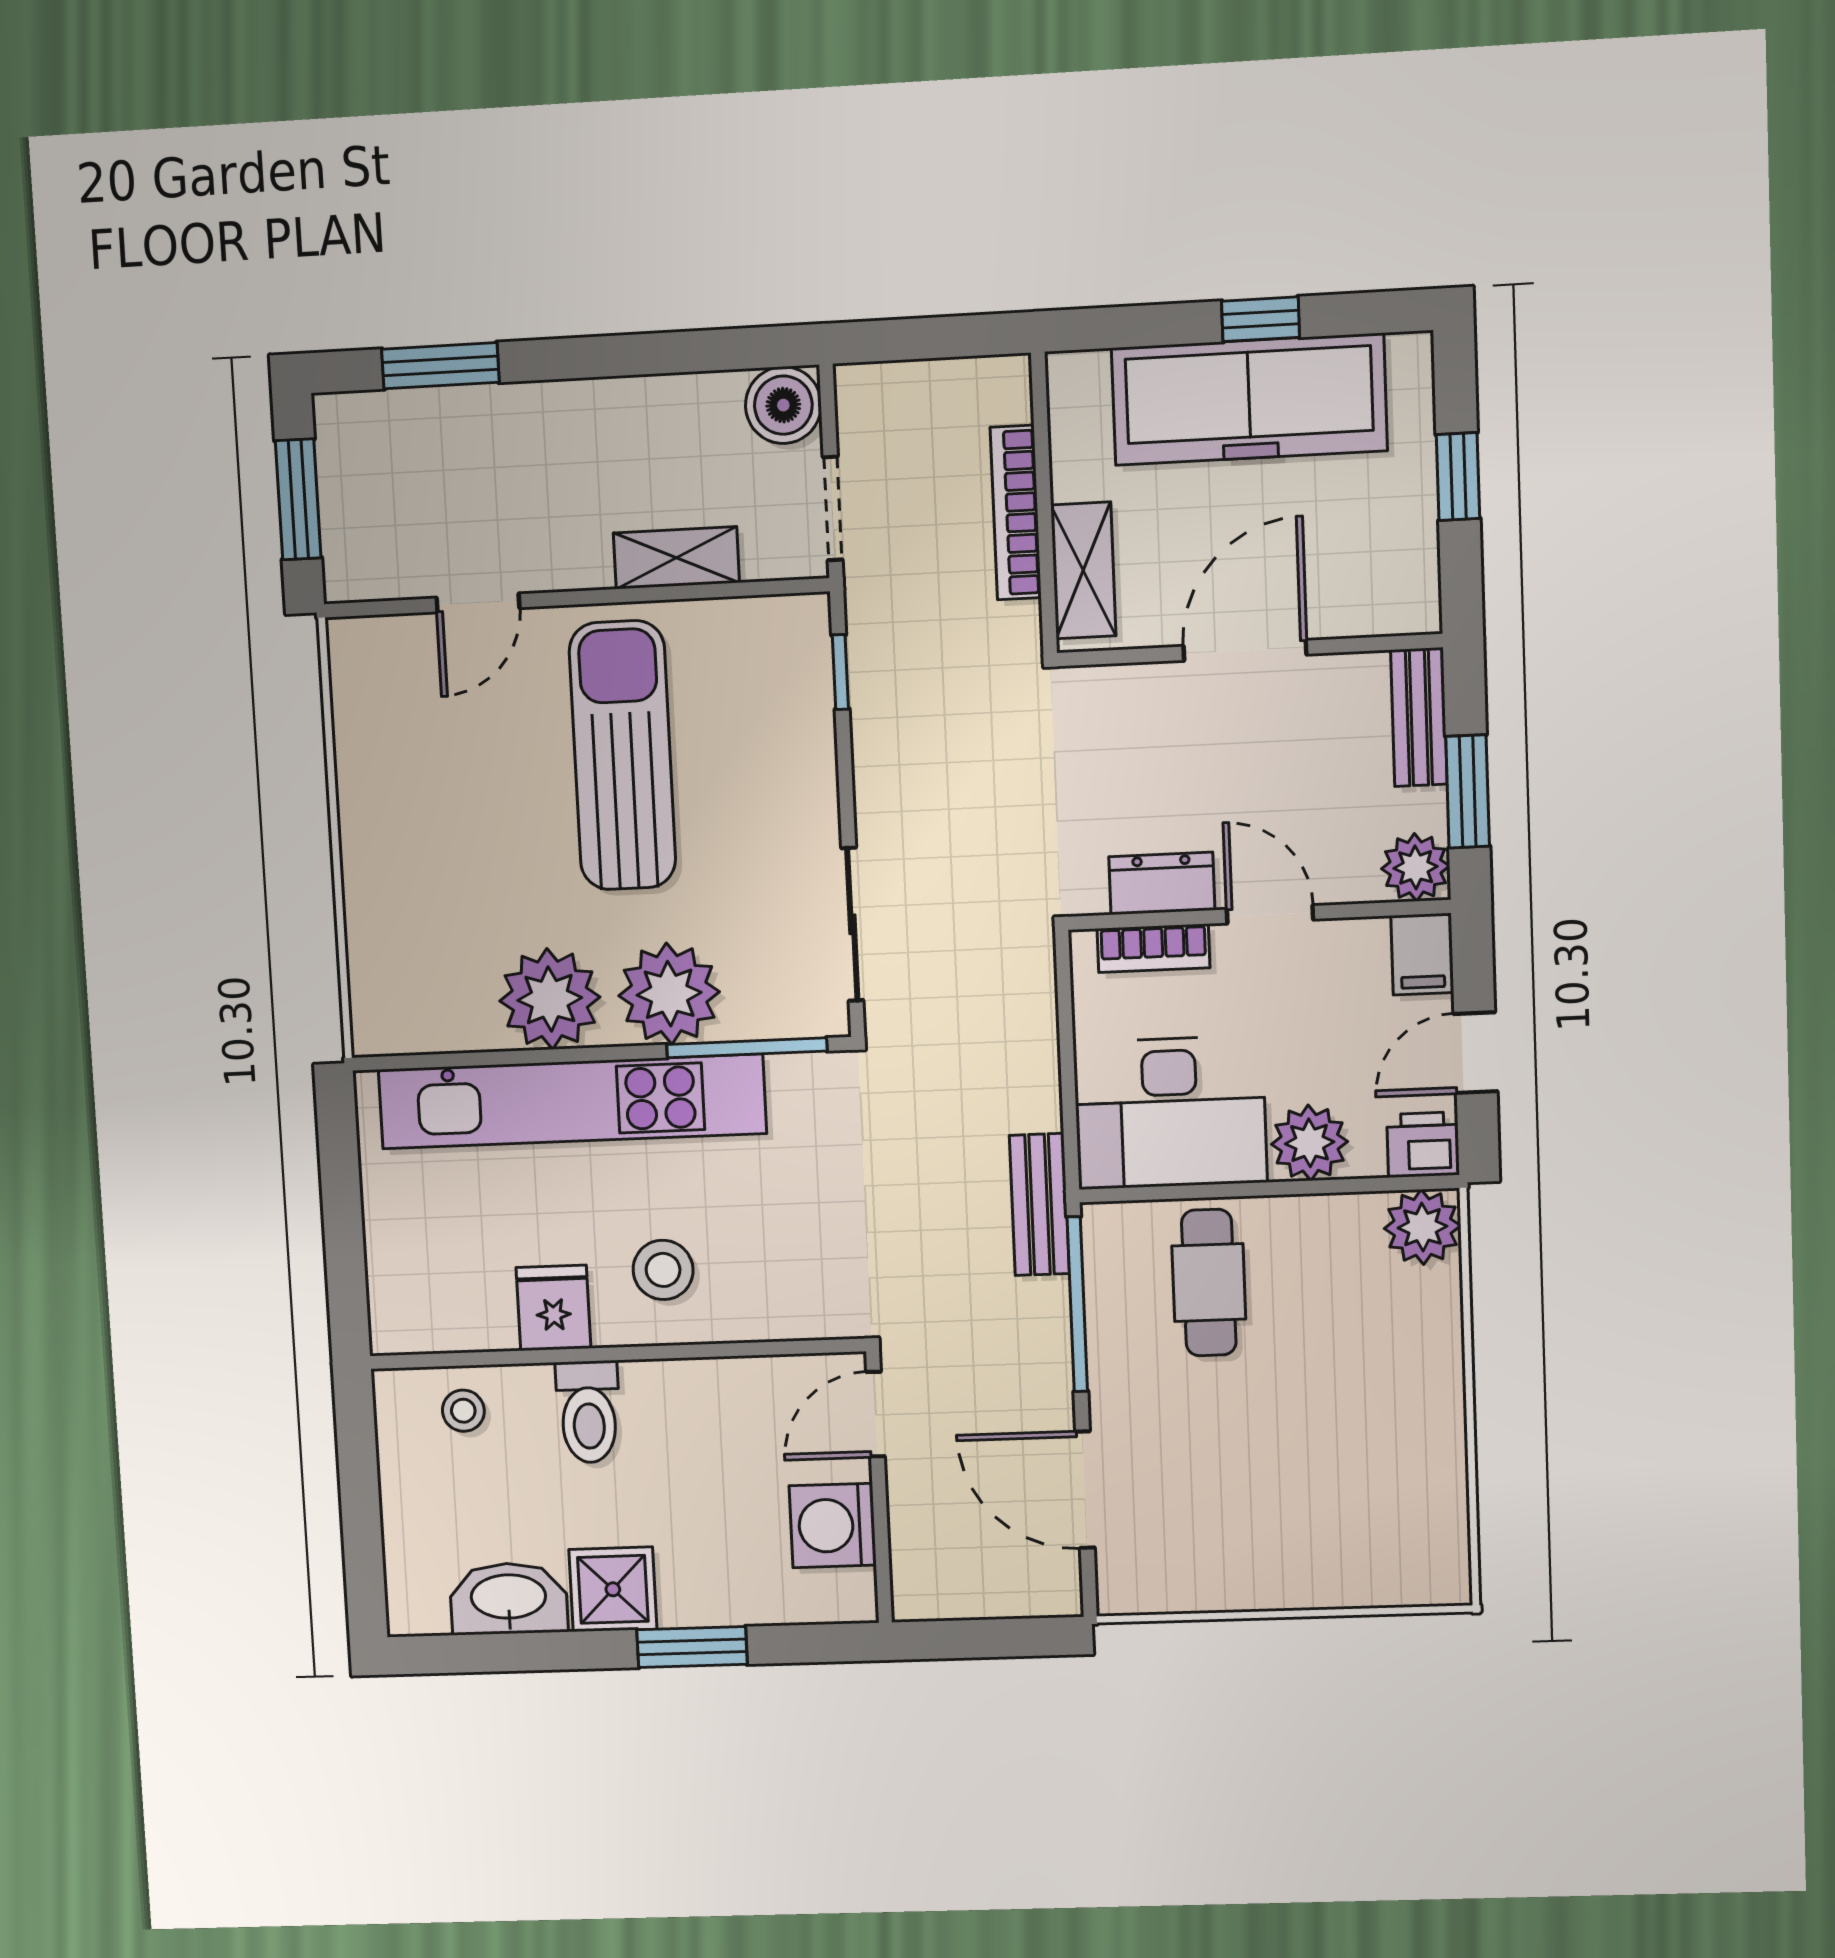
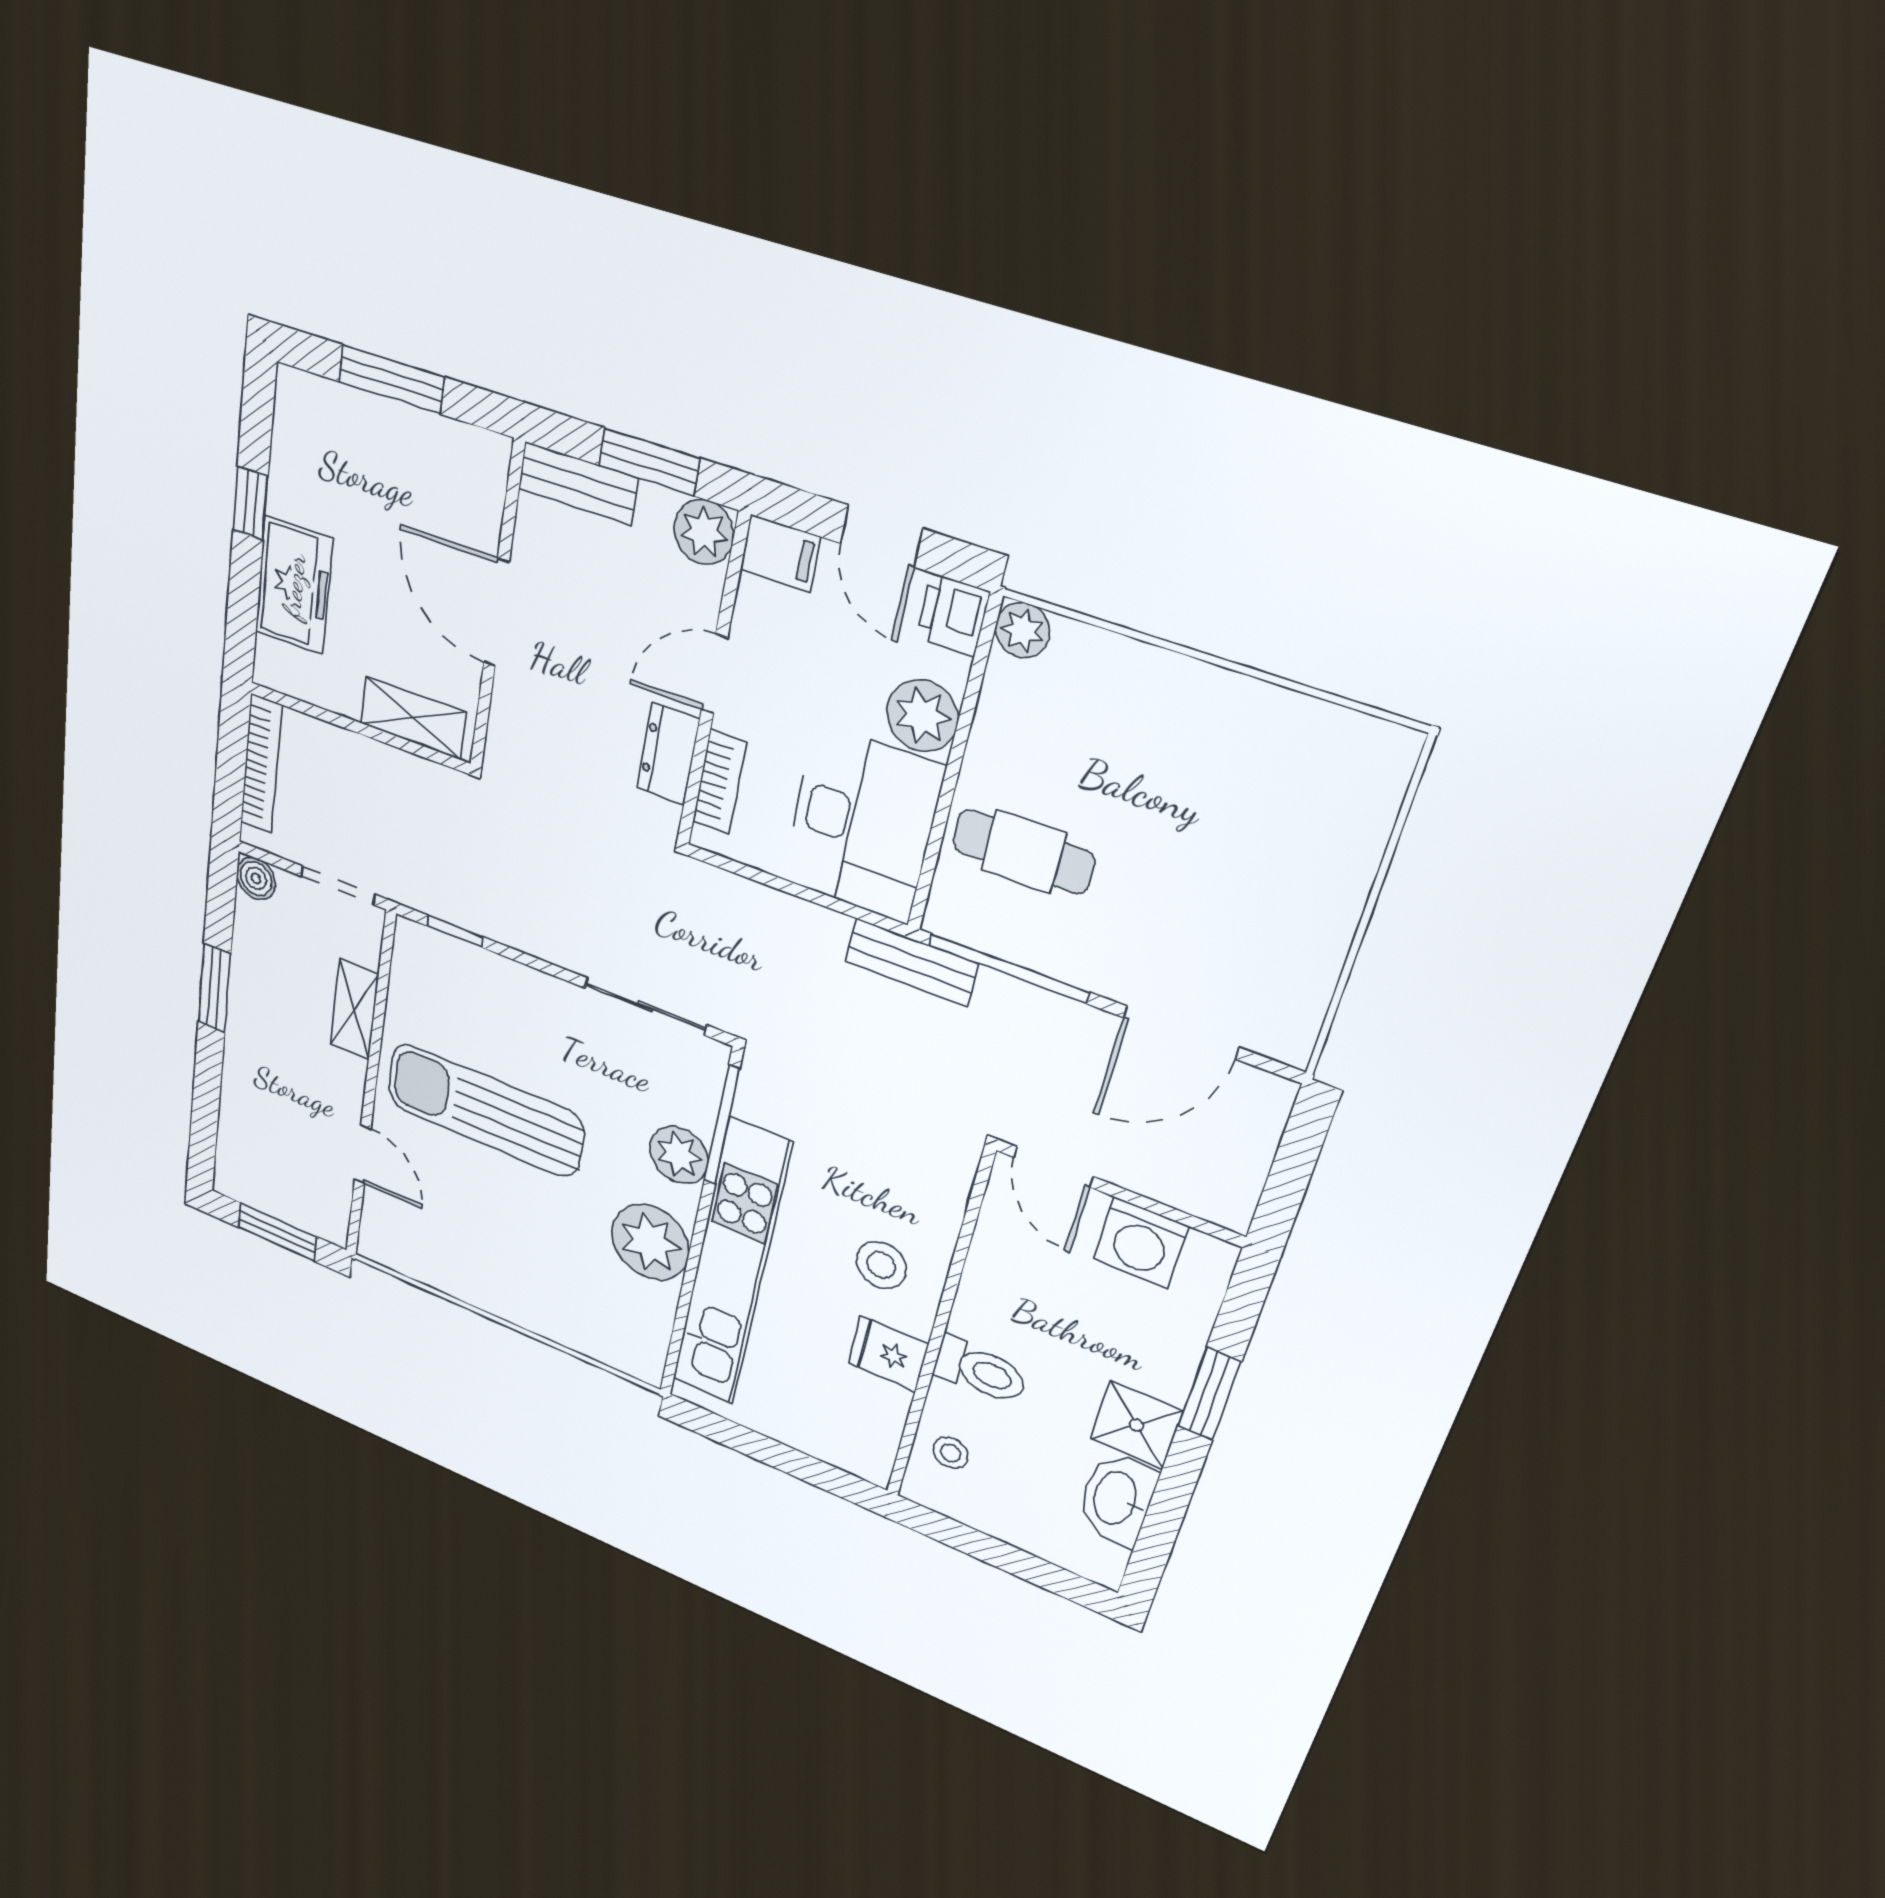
window: (440, 366) -> (214, 988), moved
freezer: (1249, 399) -> (294, 585), width x0.52, depth x0.79
boiler: (783, 405) -> (256, 879), width x0.73, depth x0.73
window: (1458, 476) -> (391, 379), width x1.50
bookcase: (1016, 513) -> (261, 764), moved, turned -90
plant: (669, 994) -> (679, 1155), width x0.73, depth x0.73
plant: (1422, 1227) -> (1023, 630), width x0.73, depth x0.73

